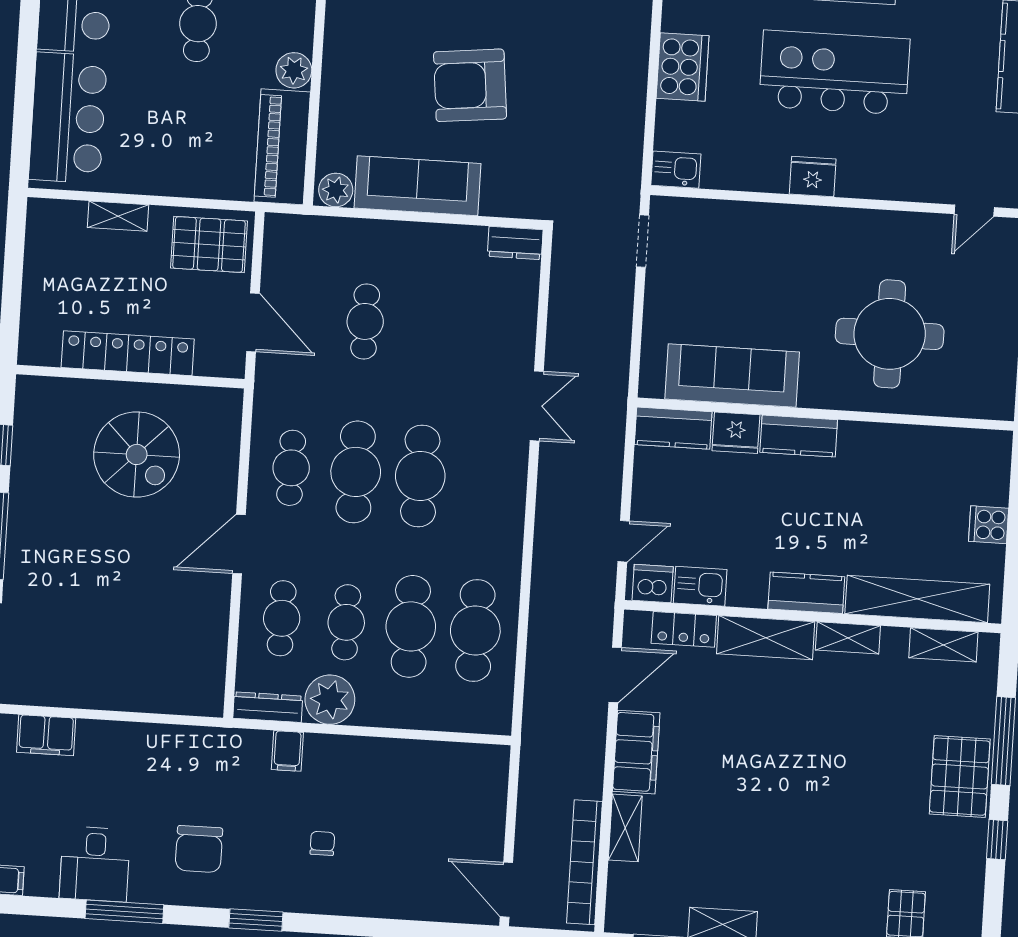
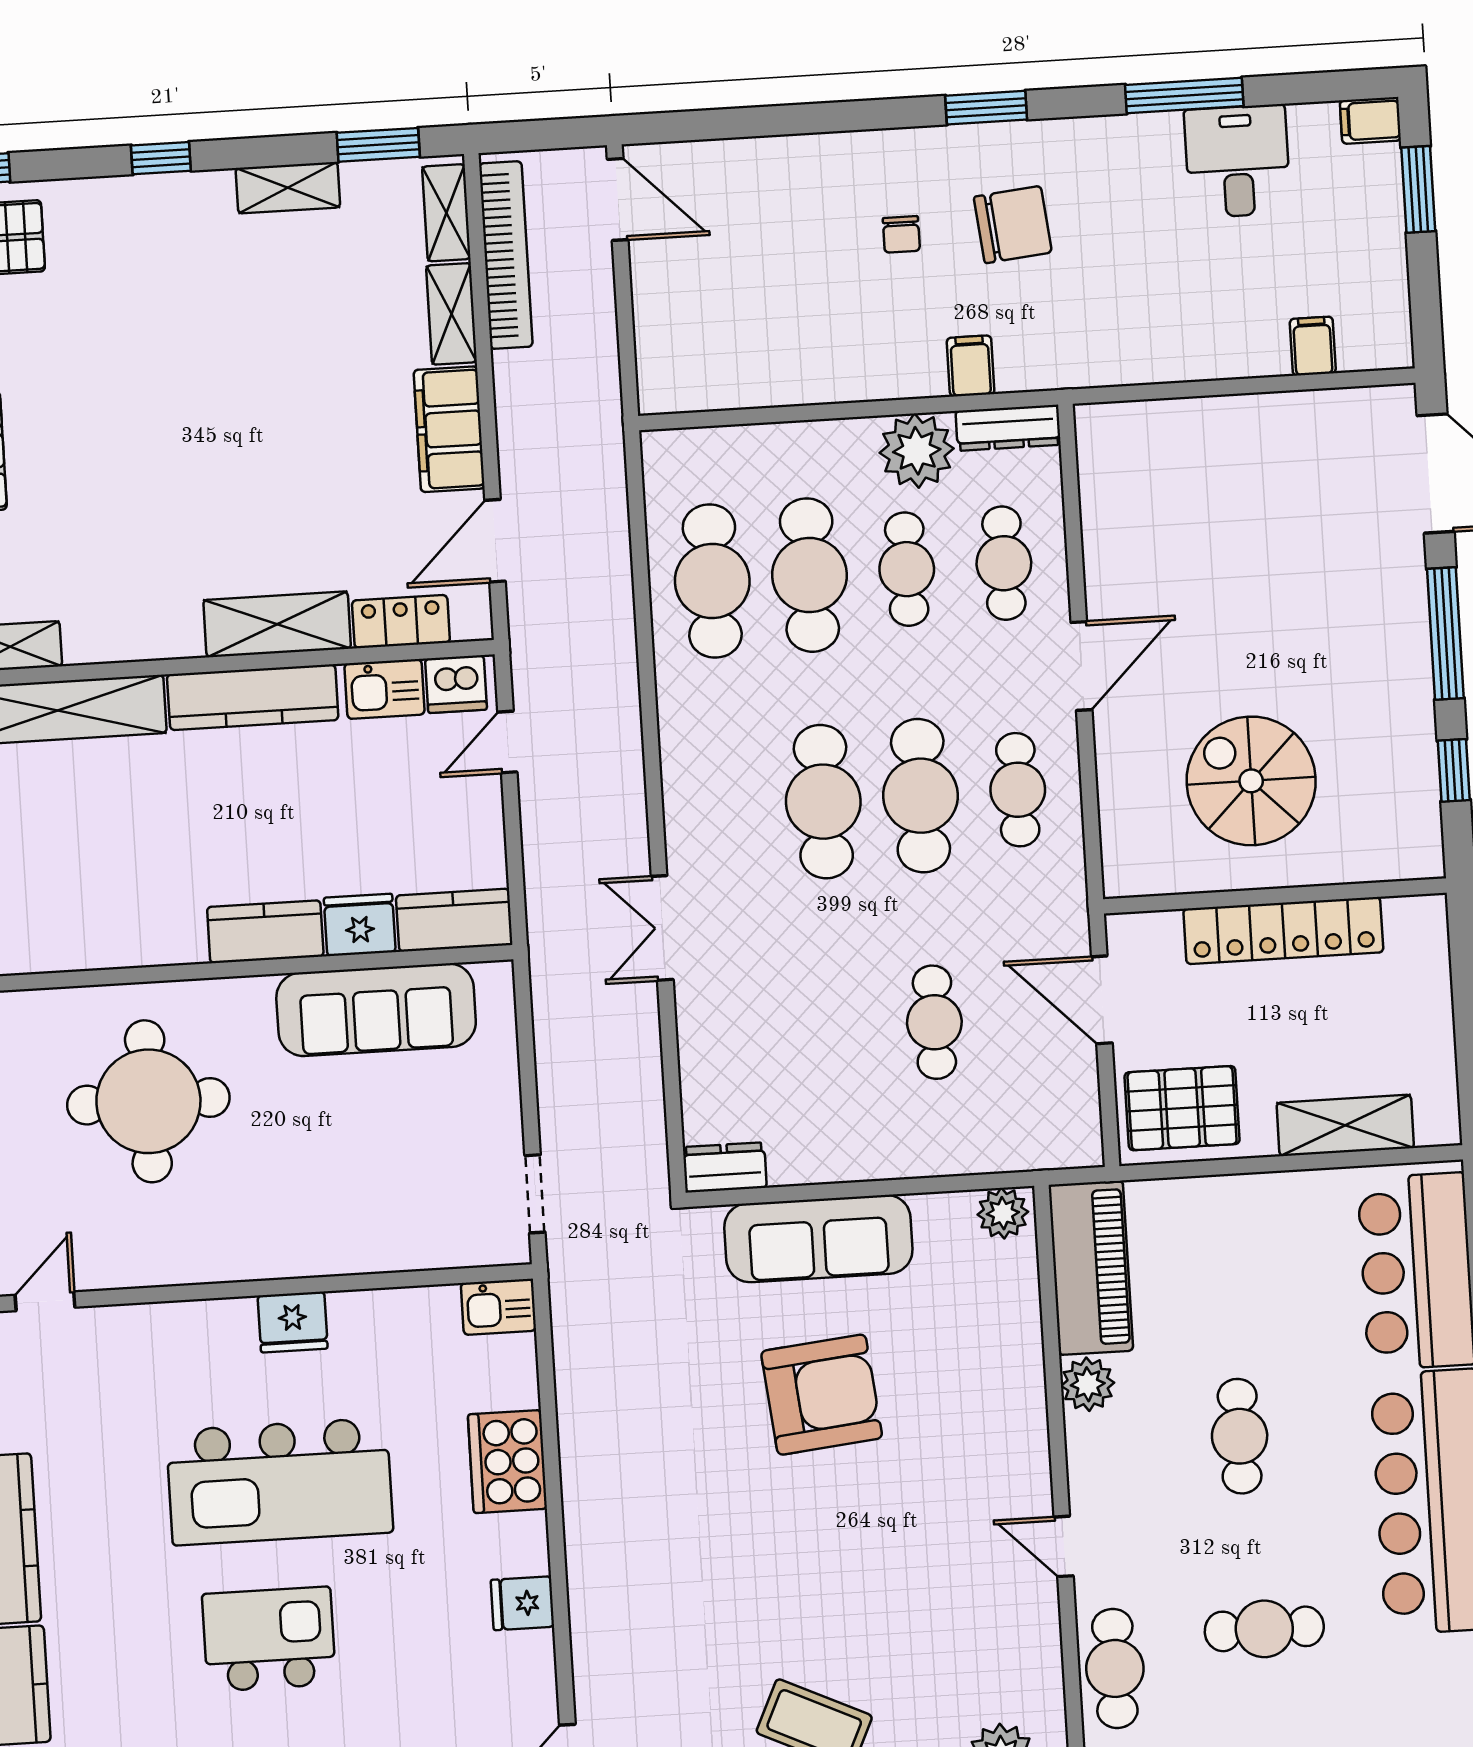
sofa: (417, 186) -> (818, 1239), moved
shelving: (118, 216) -> (1345, 1125), width x1.50, depth x1.33
kitchen counter: (806, 593) -> (253, 697), width x1.50
shelving: (848, 638) -> (446, 213), moved, turned 90
filing cabinet: (46, 735) -> (1313, 346), width x0.50
chair: (199, 849) -> (1013, 225), moved, turned 84

